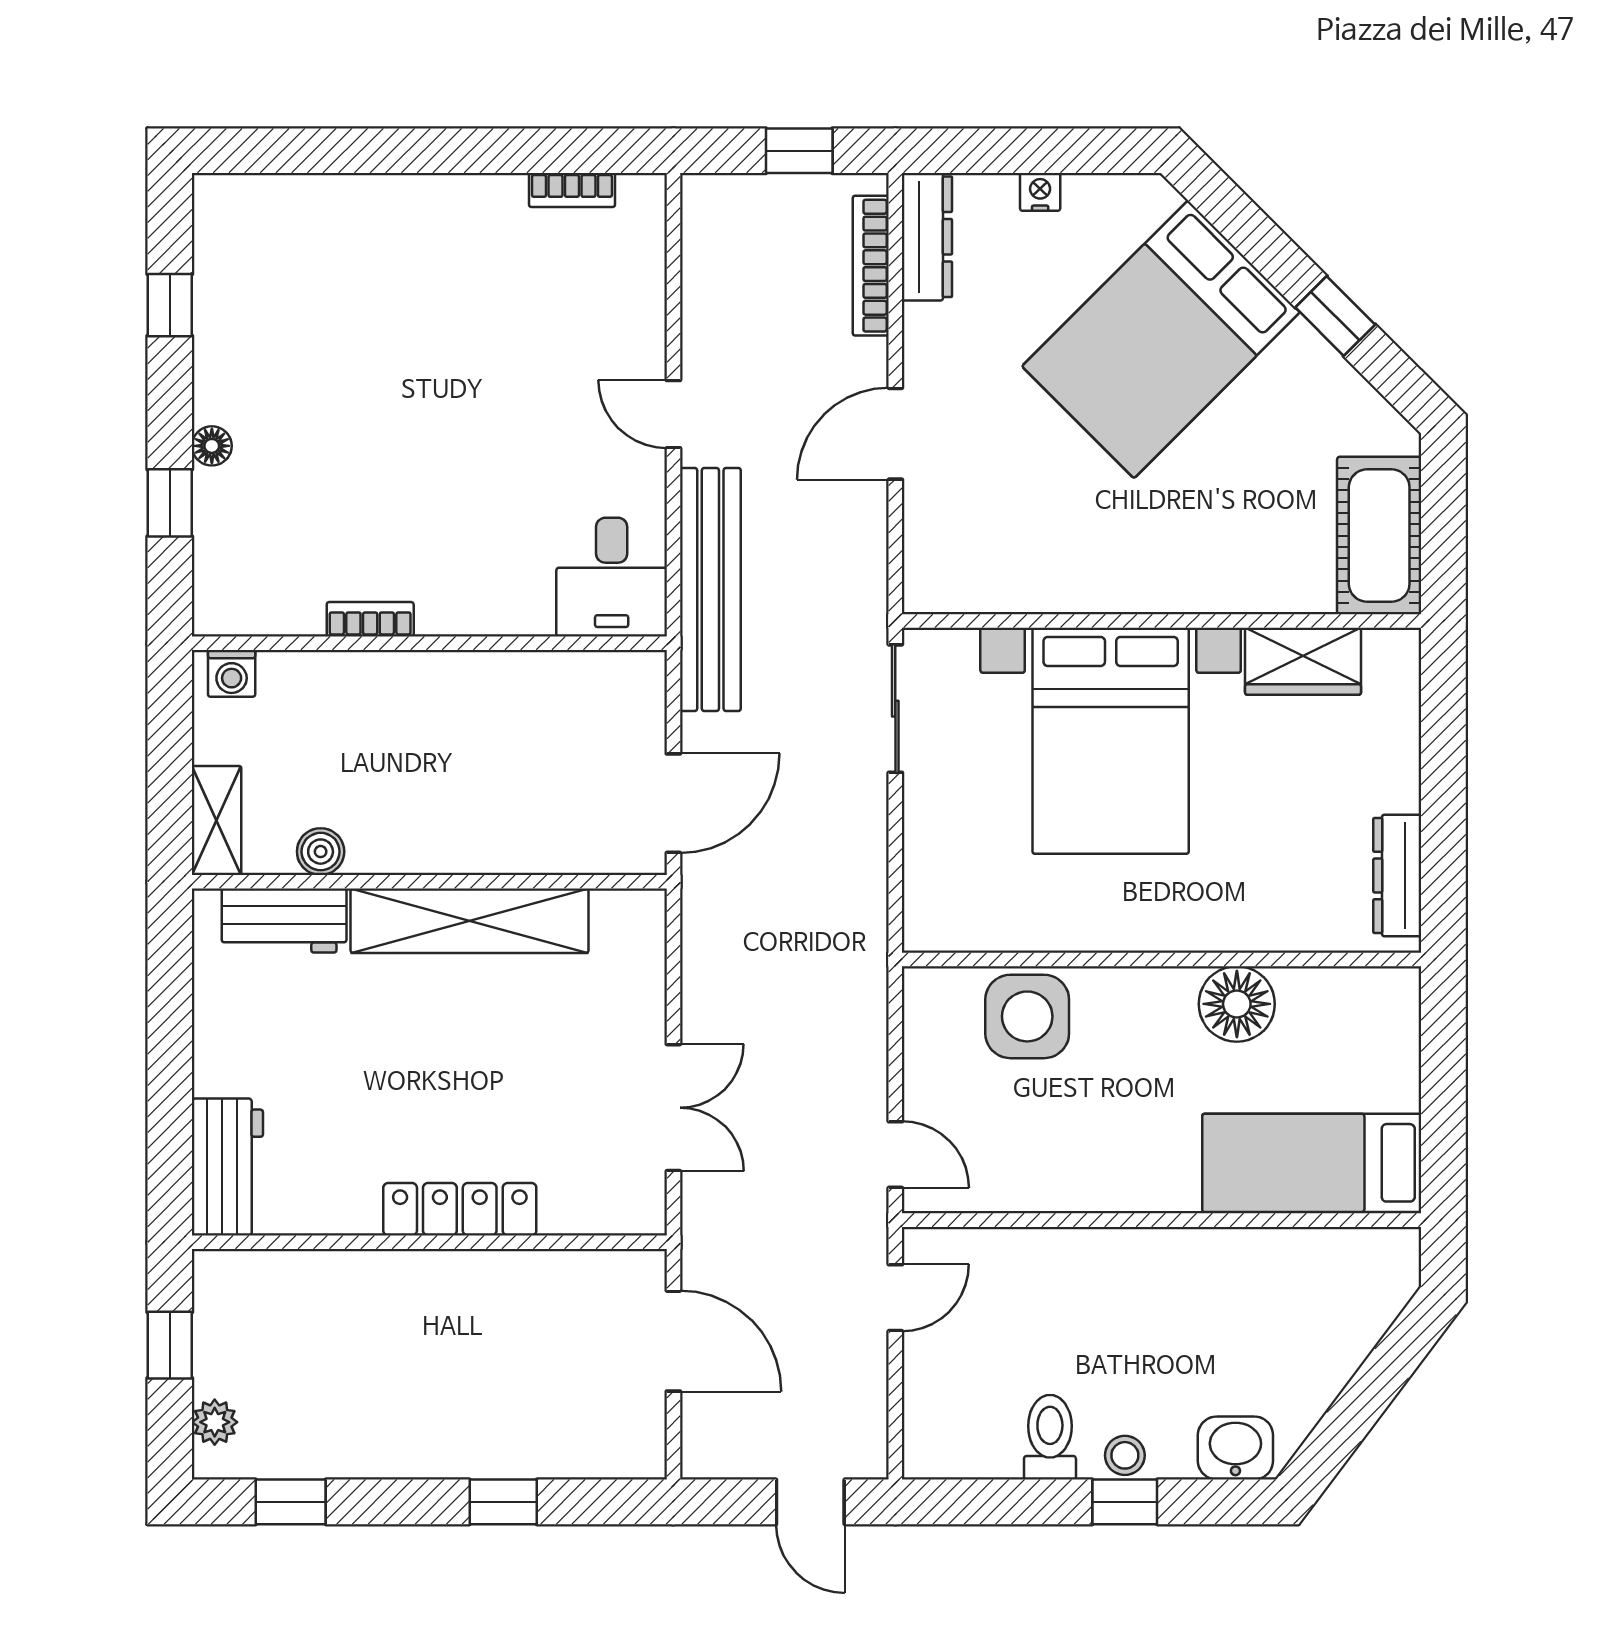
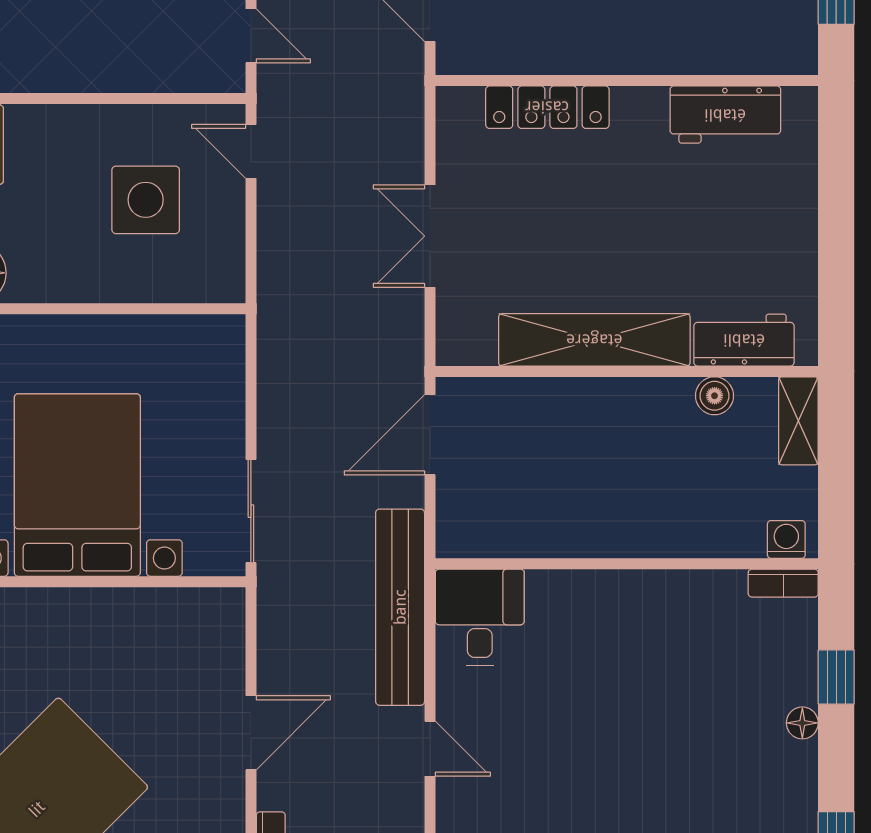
bookcase: (370, 619) -> (783, 583), moved
side table: (1027, 1016) -> (146, 200), moved
double door: (673, 1108) -> (430, 236), moved
workbench: (227, 1167) -> (725, 115), moved, turned -90
locker: (460, 1209) -> (547, 107), moved
door: (895, 1298) -> (251, 36), swing flipped

